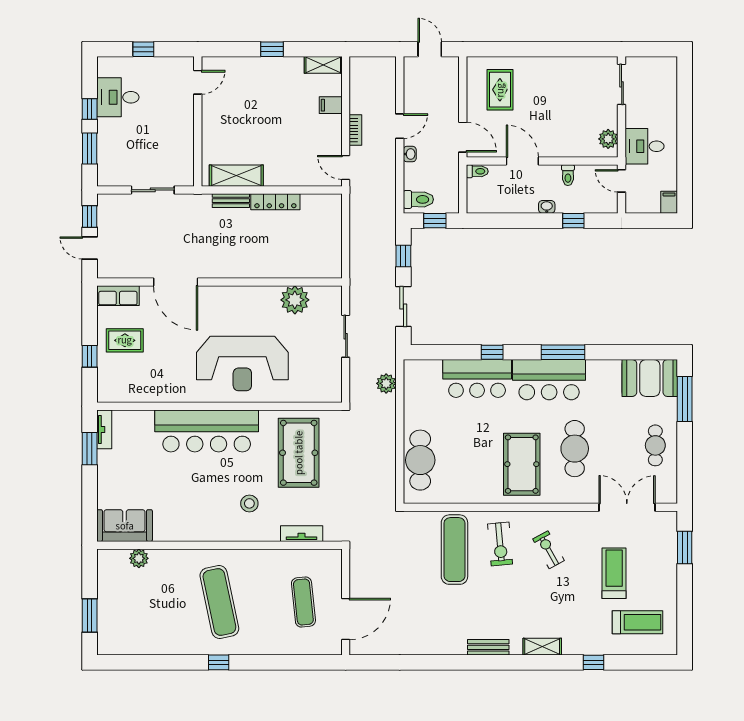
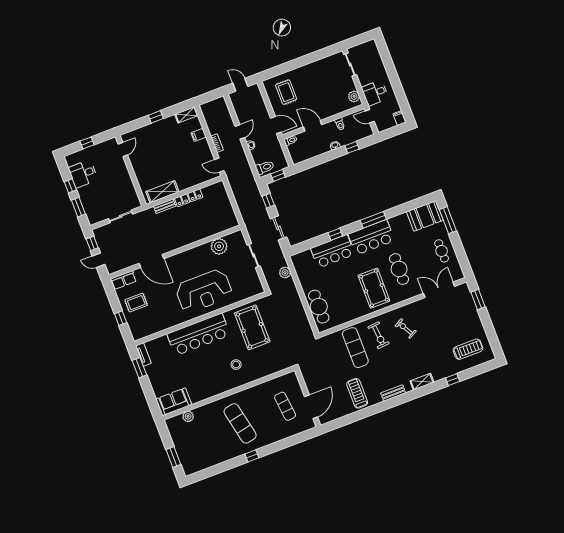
tv unit: (302, 534) -> (270, 370), removed
treadmill: (614, 573) -> (357, 393), moved

